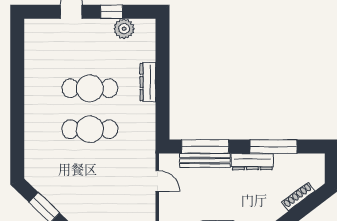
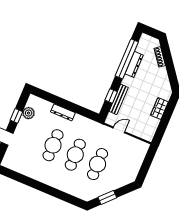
window: (205, 147) -> (111, 96), width x0.46
window: (273, 147) -> (127, 59), width x1.46
dresser: (252, 162) -> (134, 64), moved
cafe table: (90, 170) -> (98, 164), added

